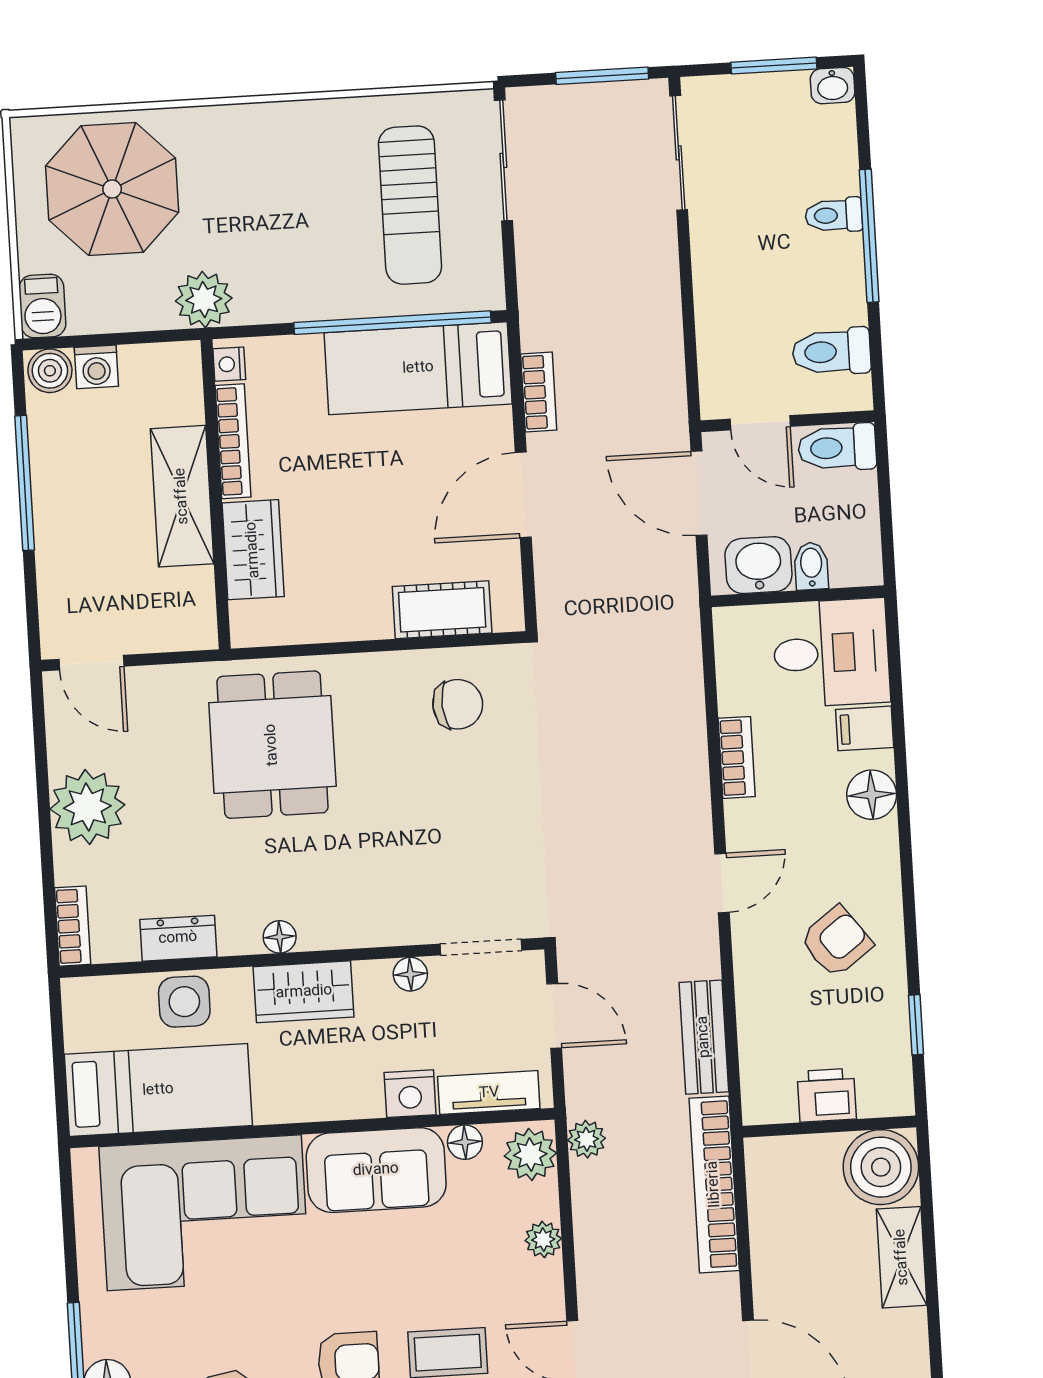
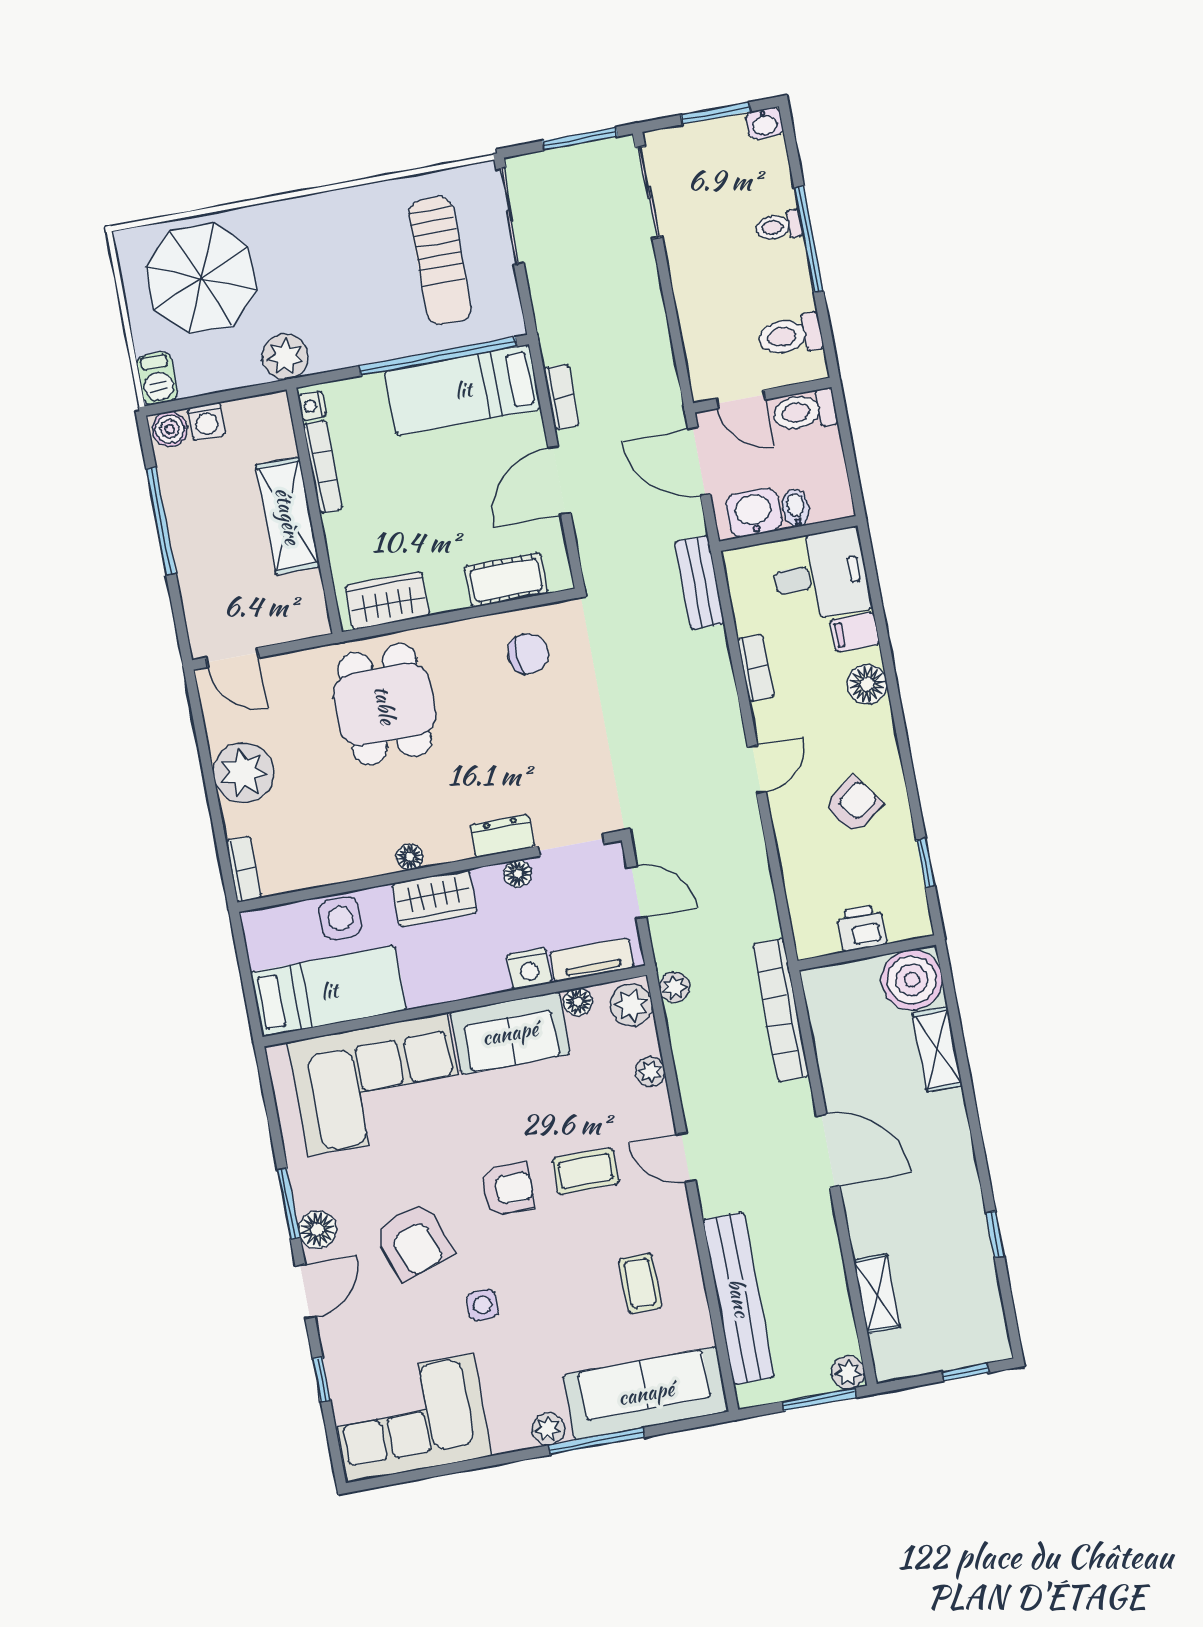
wardrobe: (253, 550) -> (387, 601), moved, turned -90
dresser: (178, 938) -> (502, 836), moved
bench: (704, 1037) -> (699, 582), moved

